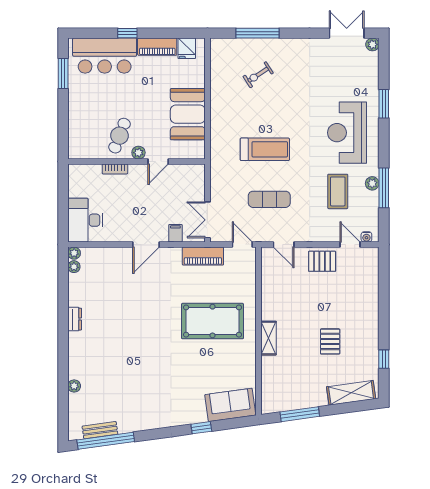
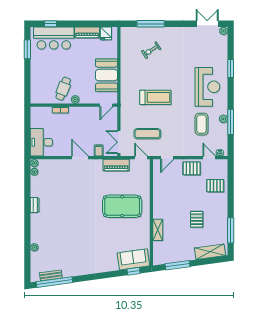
window: (127, 33) -> (51, 24), moved
reception desk: (347, 133) -> (207, 87), turned 180
door: (158, 162) -> (106, 105), moved
exercise mat: (269, 199) -> (147, 134), moved
door: (146, 245) -> (80, 158), swing flipped
door: (284, 245) -> (167, 158), hinge flipped
pallet: (359, 289) -> (215, 186), added
shelving: (269, 338) -> (158, 230), moved
window: (384, 359) -> (231, 230), width x2.17
window: (201, 428) -> (134, 271), moved

